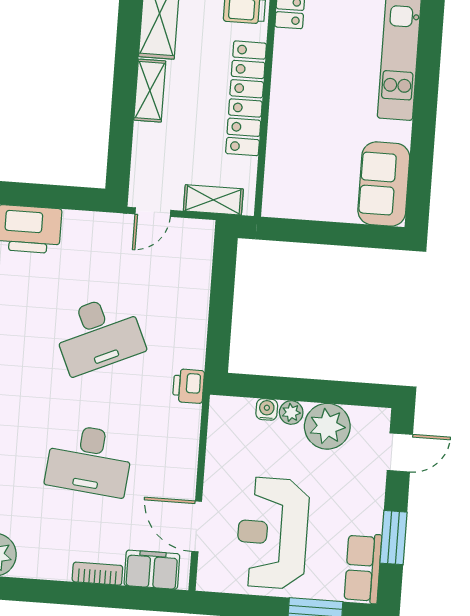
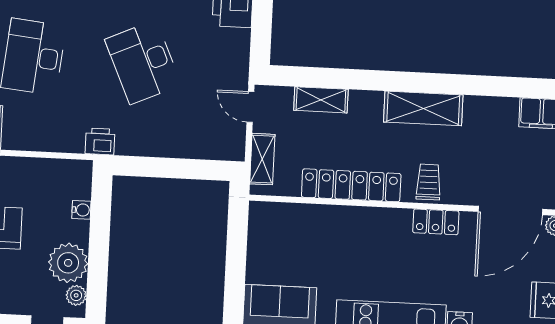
shelving: (150, 91) -> (321, 100), moved
plant: (291, 413) -> (76, 295), moved

